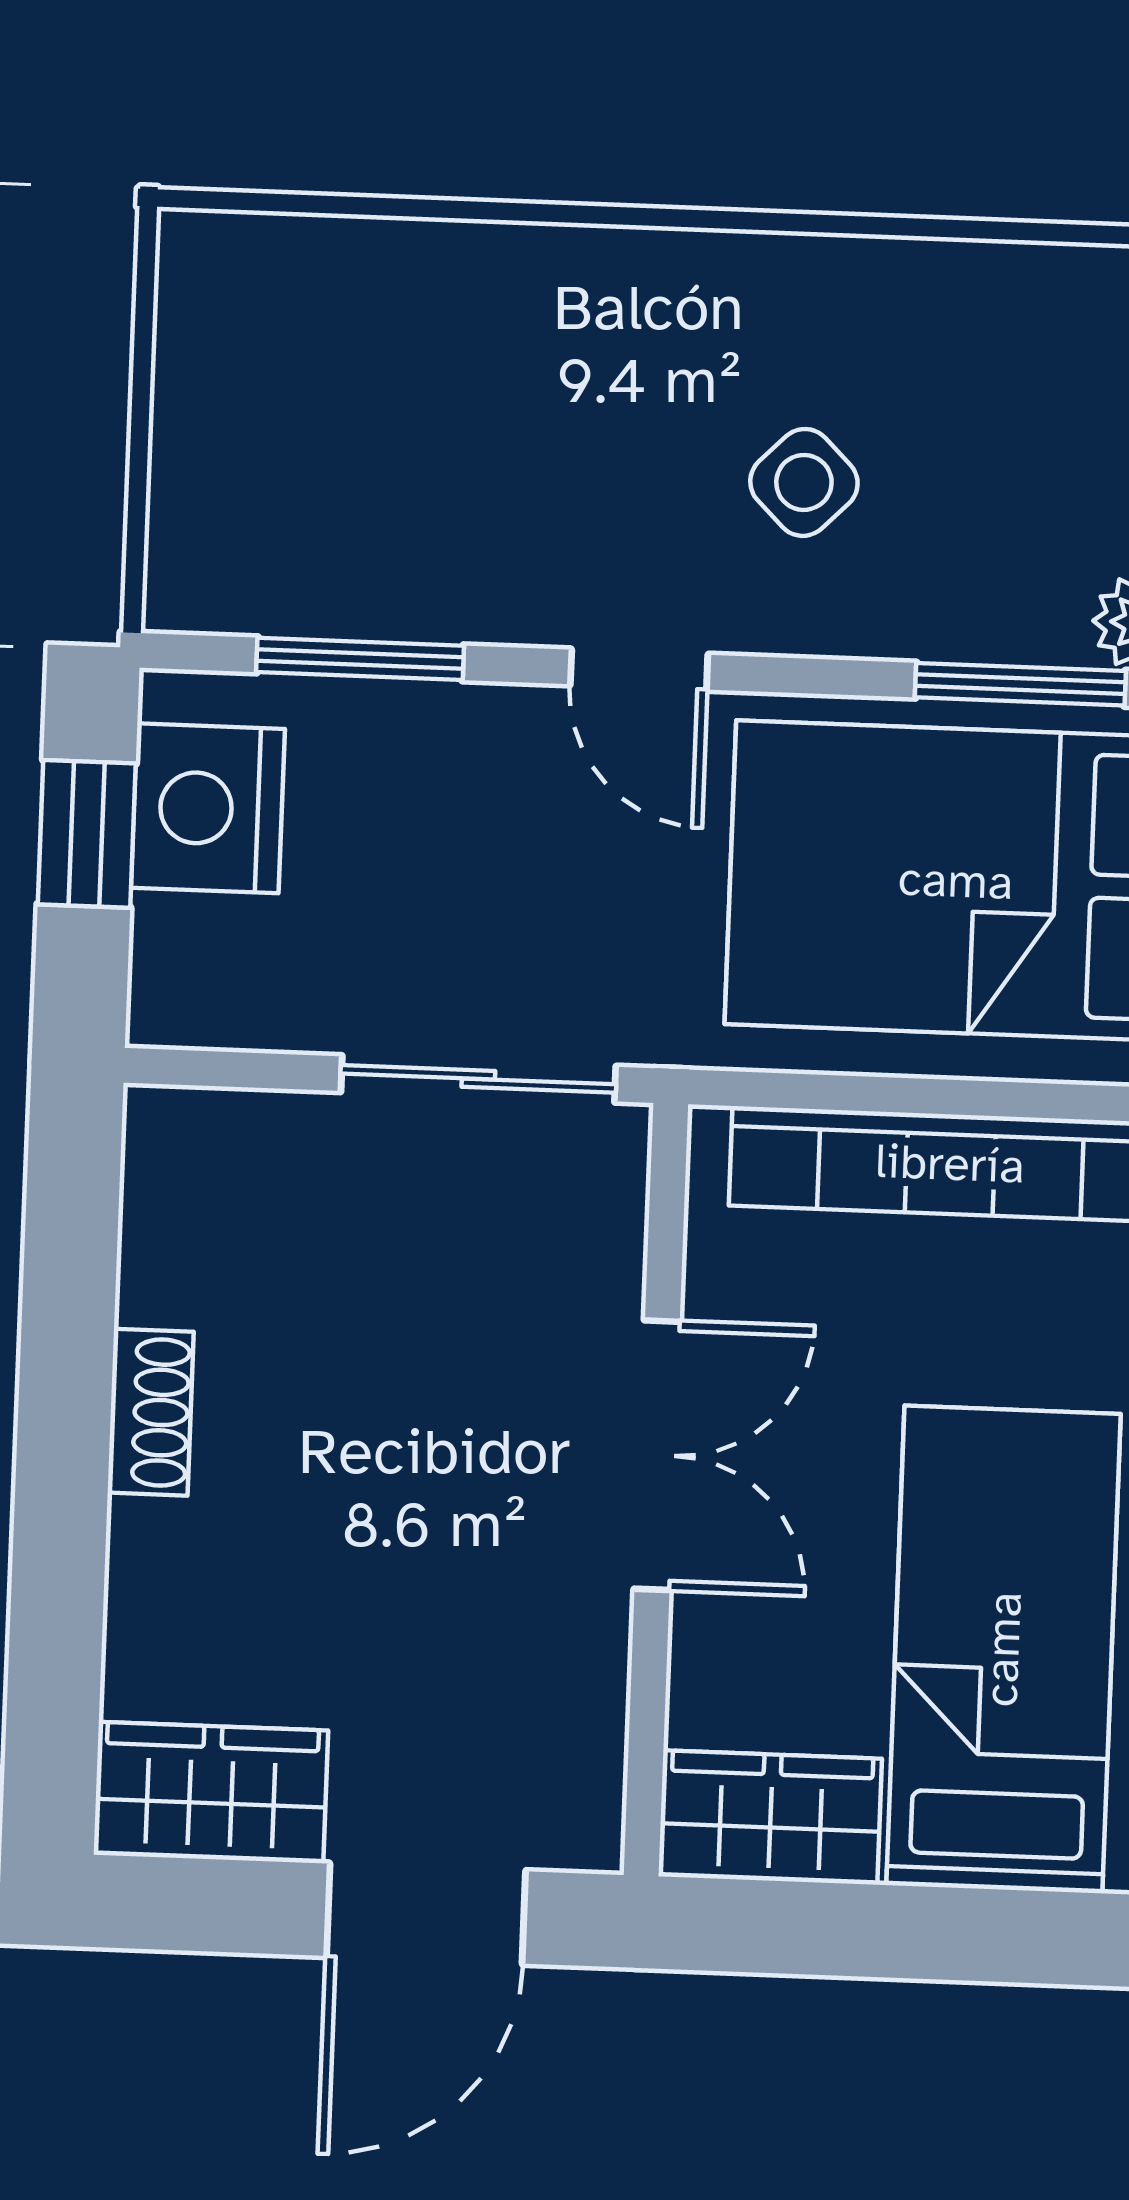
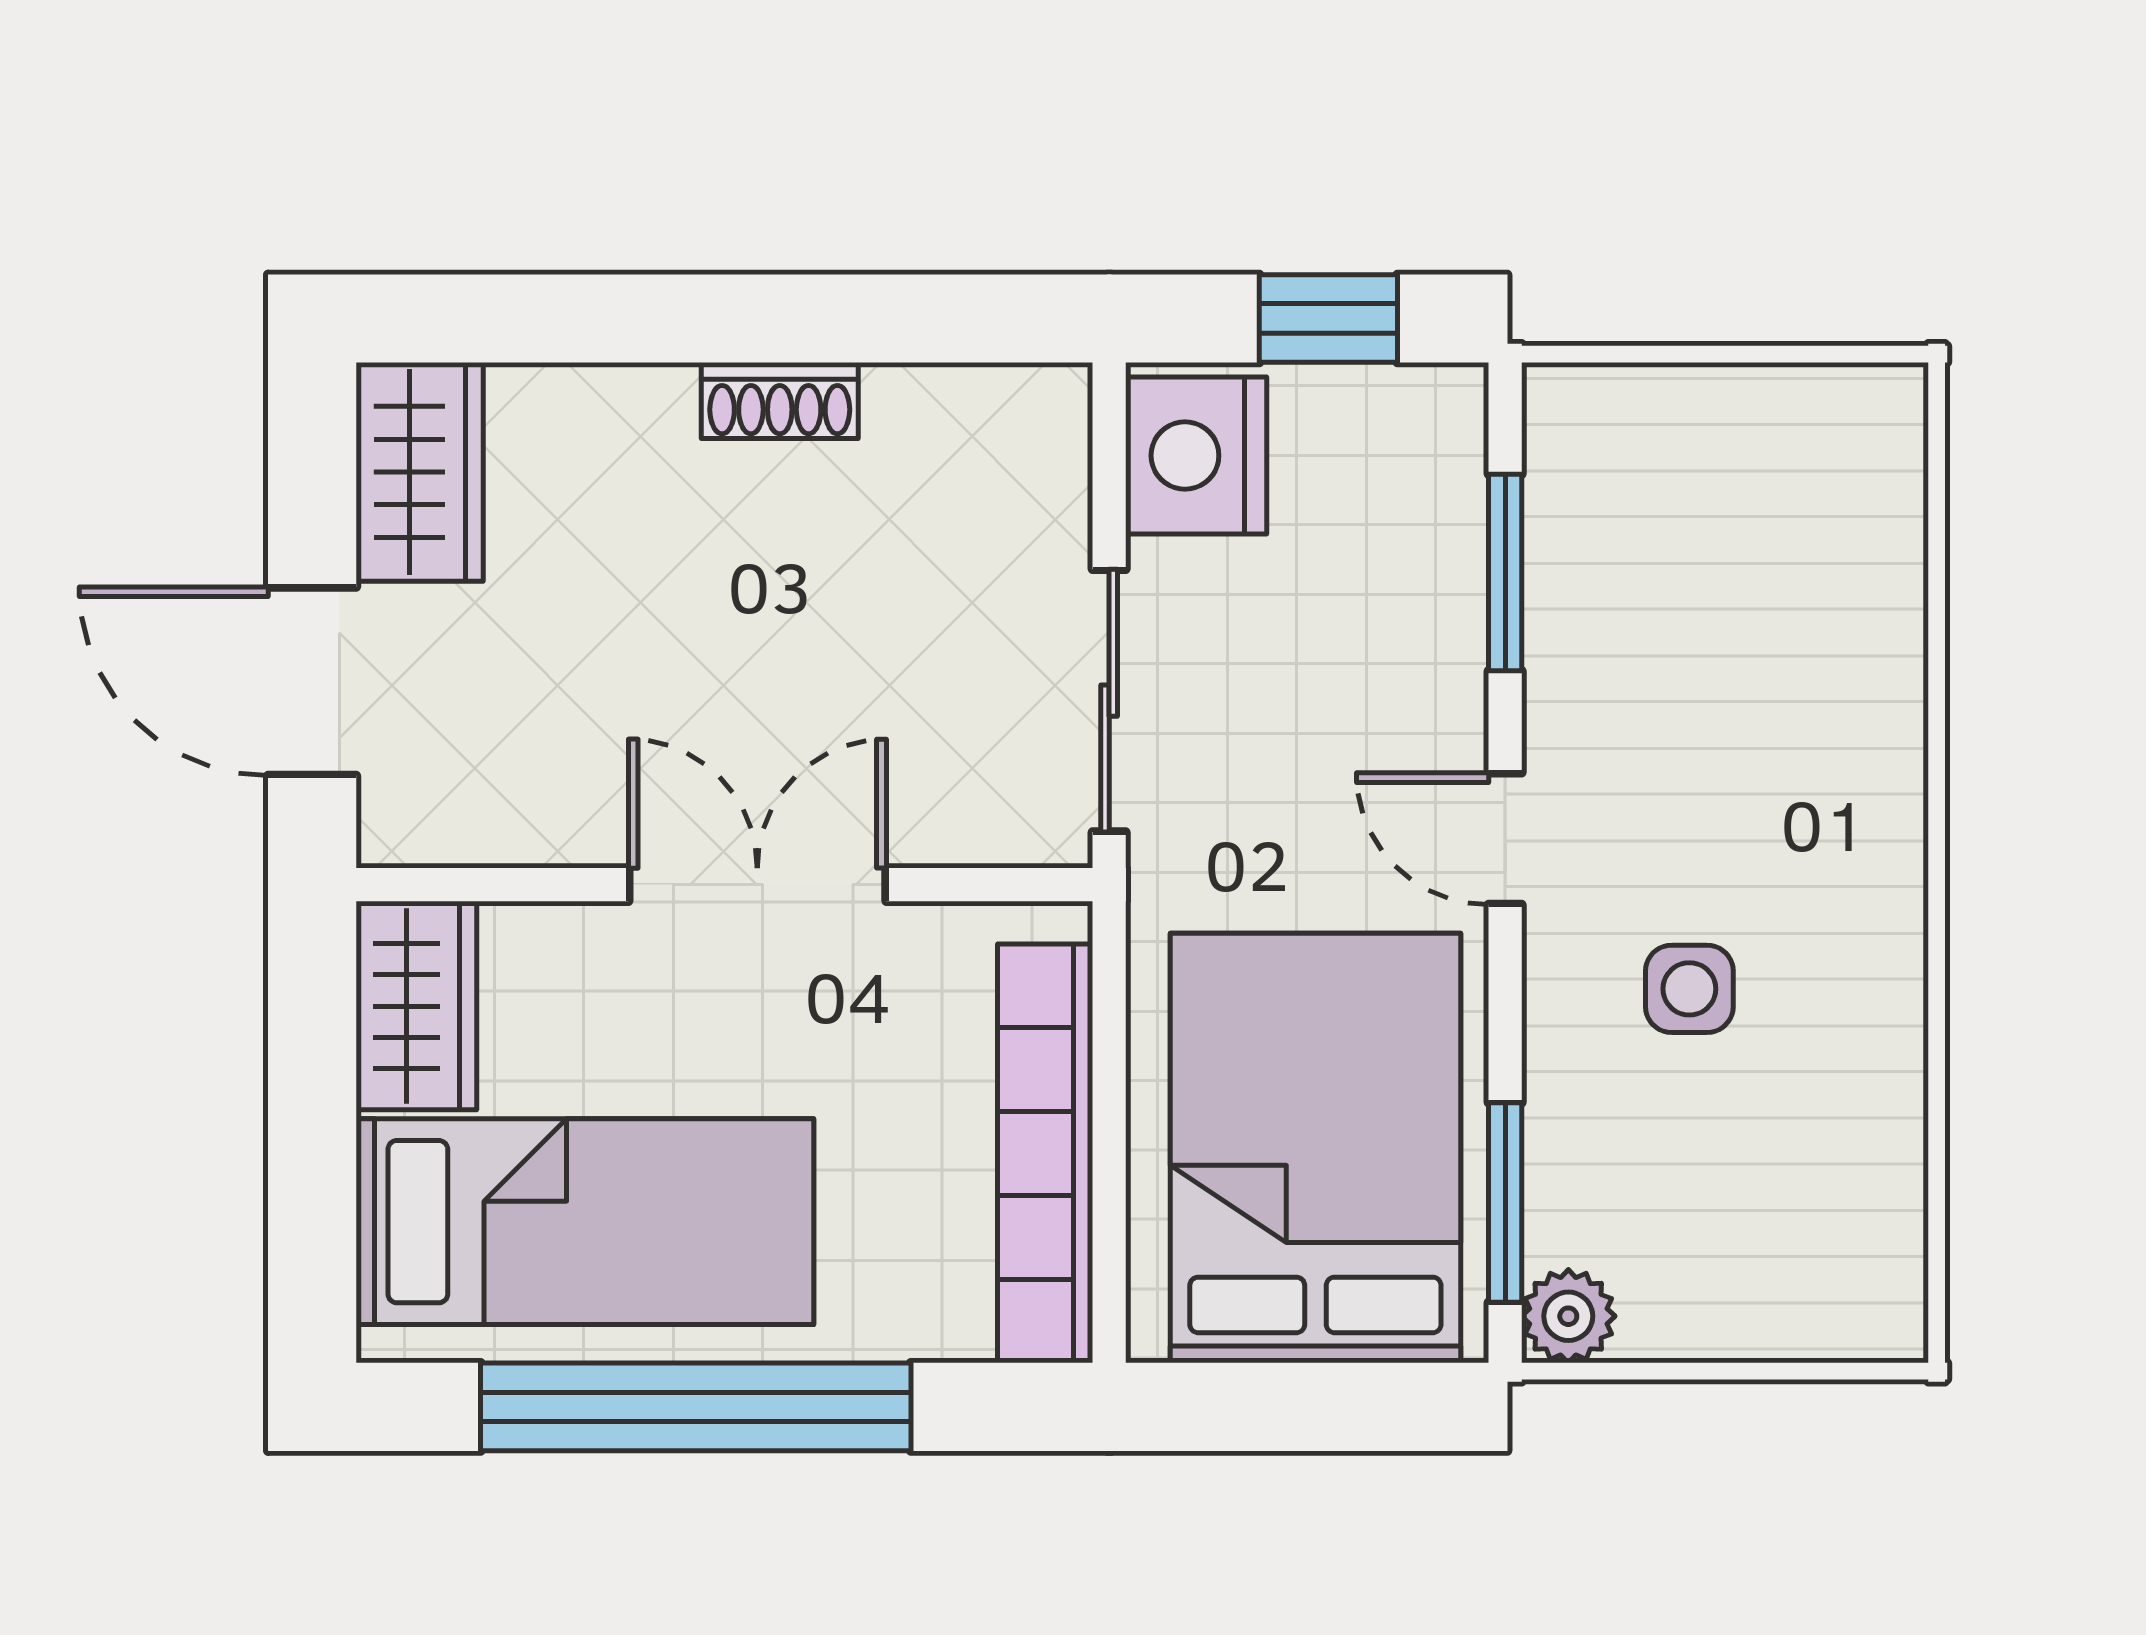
side table: (804, 482) -> (1689, 989), turned 45
door: (639, 670) -> (1505, 839), hinge flipped
nightstand: (208, 808) -> (1196, 456), moved, turned -90
double door: (657, 1455) -> (757, 885), swing flipped

